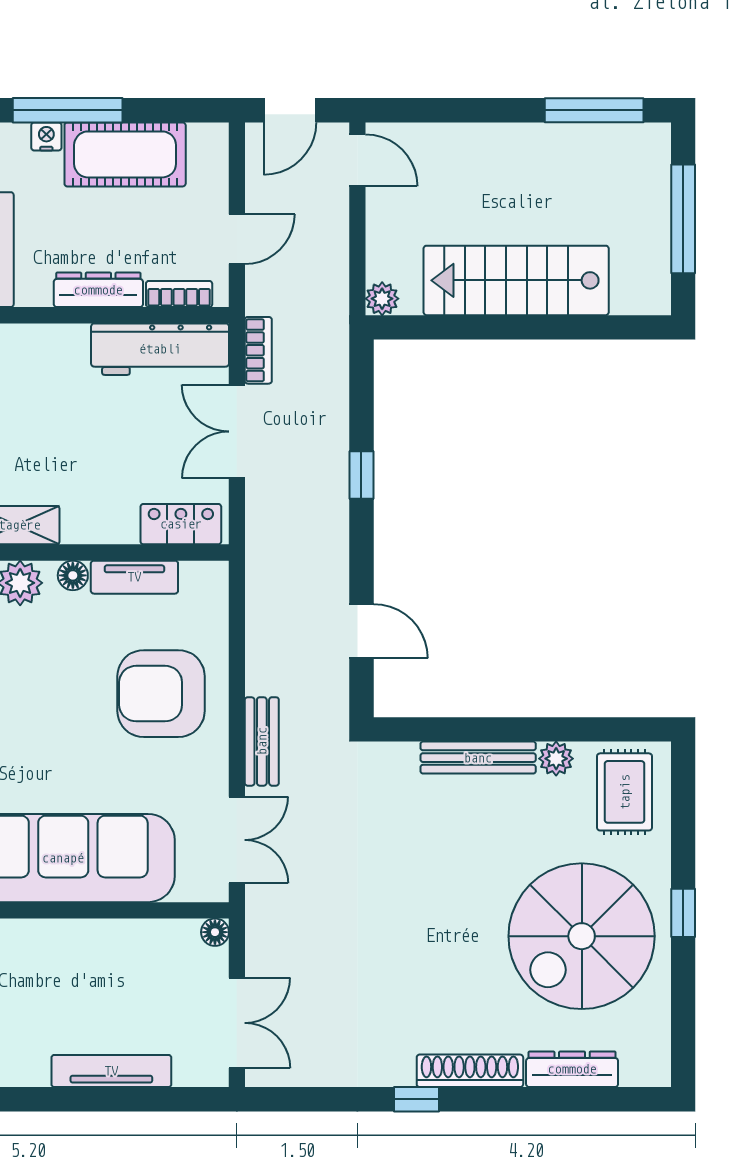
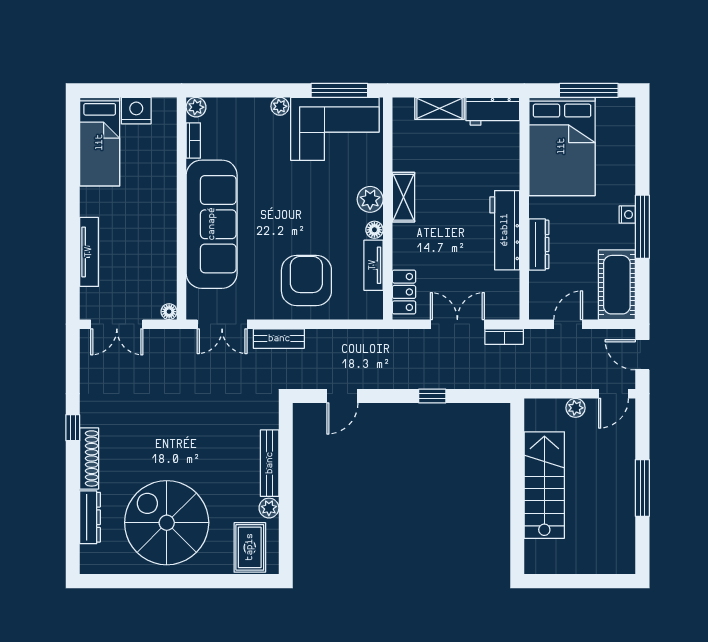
window: (594, 110) -> (642, 488), moved
cot: (125, 154) -> (617, 285), moved
window: (683, 219) -> (580, 581), removed
door: (237, 239) -> (568, 324), swing flipped
bookcase: (179, 294) -> (536, 291), removed
plant: (382, 299) -> (576, 408), moved
workbench: (160, 349) -> (505, 230), moved
rug: (625, 792) -> (250, 547), turned 90
window: (683, 913) -> (180, 581), removed

